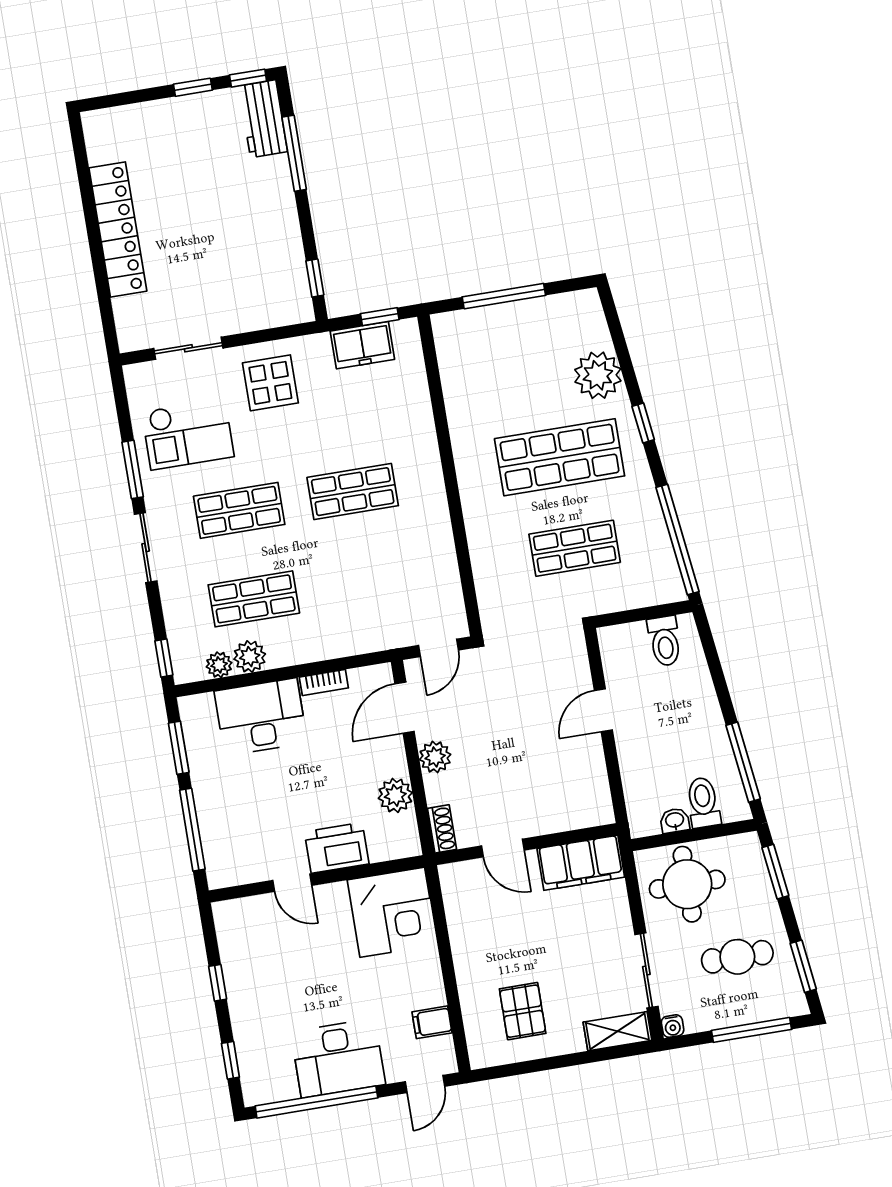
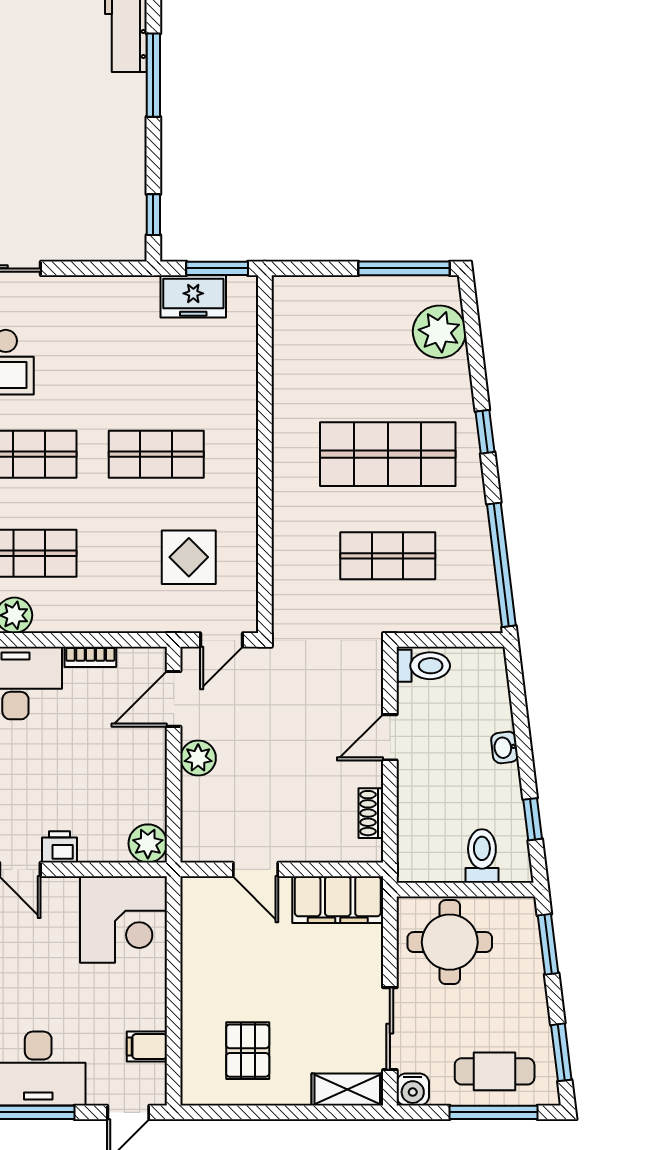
window: (504, 296) -> (404, 268), moved
window: (380, 317) -> (217, 268), width x1.50
plant: (598, 375) -> (439, 332), moved
display table: (270, 383) -> (189, 557), moved
toilet: (665, 641) -> (423, 666), moved, turned -90
window: (743, 762) -> (533, 819), width x0.46
plant: (395, 795) -> (148, 843), moved
washbasin: (675, 821) -> (505, 747), moved, turned -97
shoe rack: (442, 829) -> (371, 813), moved, turned 180
printer: (337, 848) -> (59, 847), width x0.53, depth x0.68
cafe table: (737, 957) -> (495, 1071), moved
water cooler: (673, 1026) -> (413, 1089), width x1.38, depth x1.38

